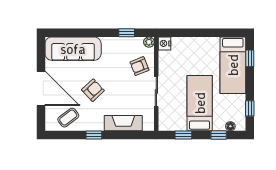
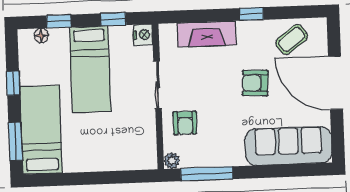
window: (127, 33) -> (207, 174), width x2.17
nightstand: (164, 43) -> (143, 35), moved
window: (250, 58) -> (15, 141), width x1.50
armchair: (139, 66) -> (185, 123), turned 112
armchair: (93, 90) -> (255, 83), turned 46
window: (250, 108) -> (13, 83), moved

